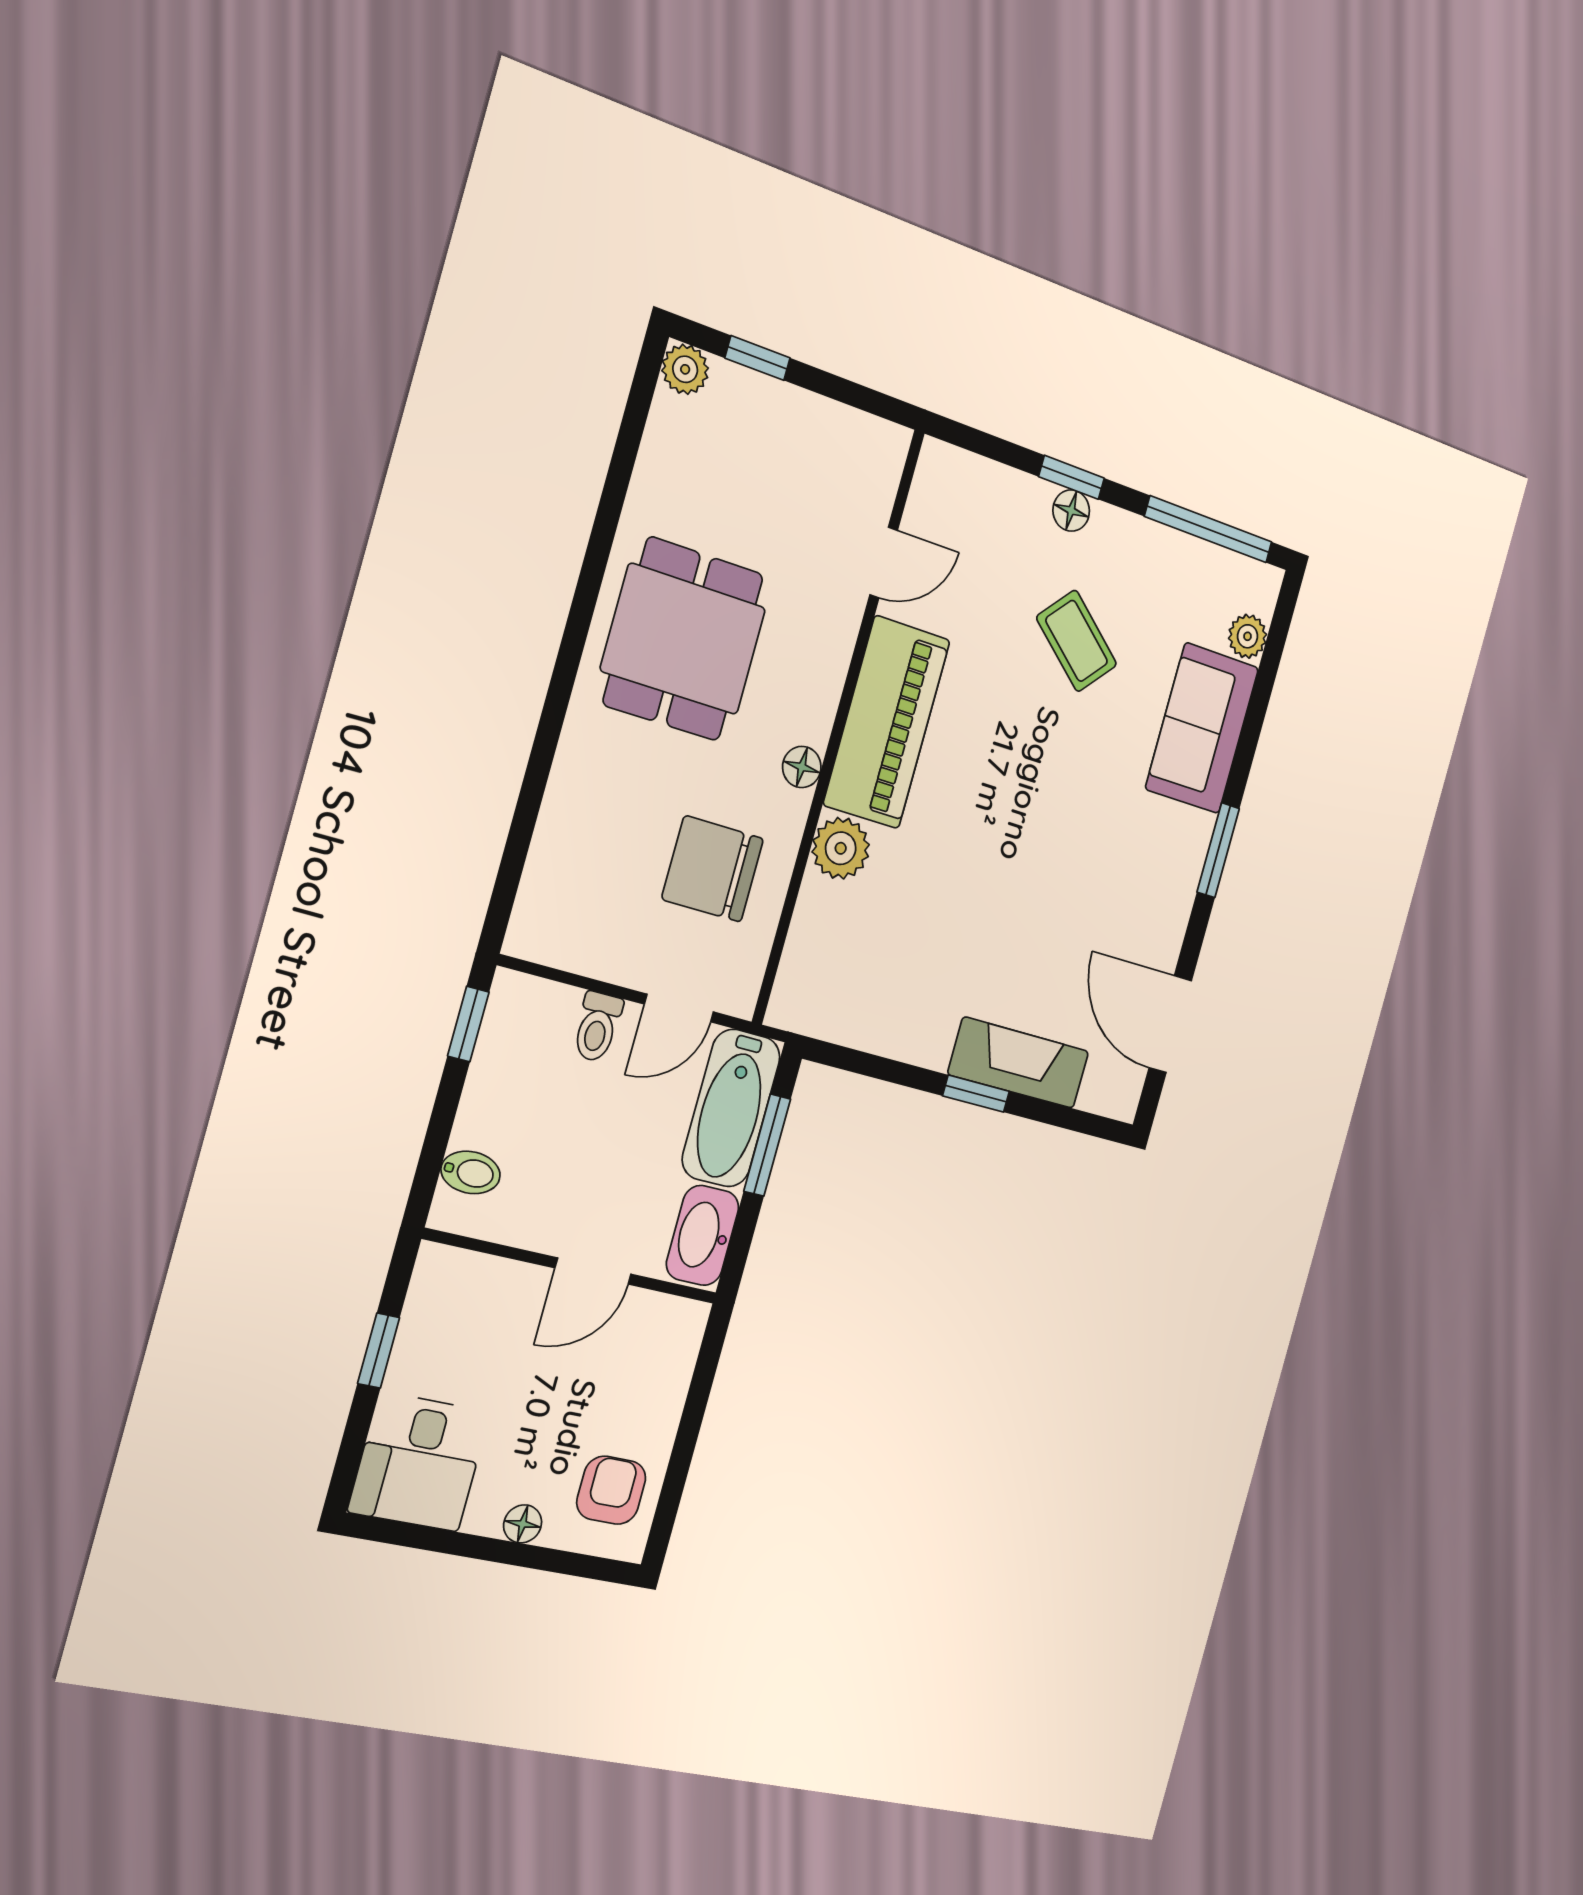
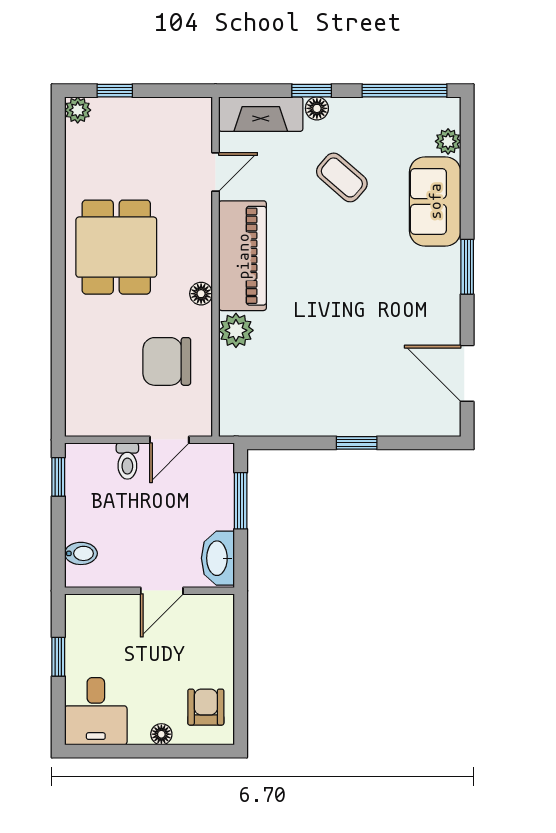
fireplace: (1019, 1063) -> (261, 114), moved, turned 180
bathtub: (731, 1108) -> (214, 486), removed

